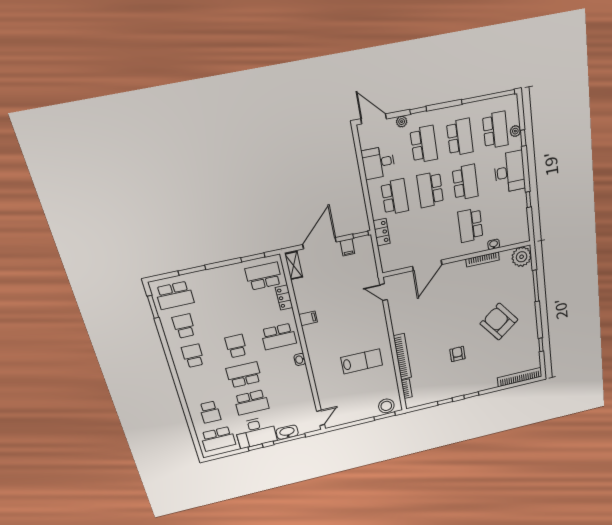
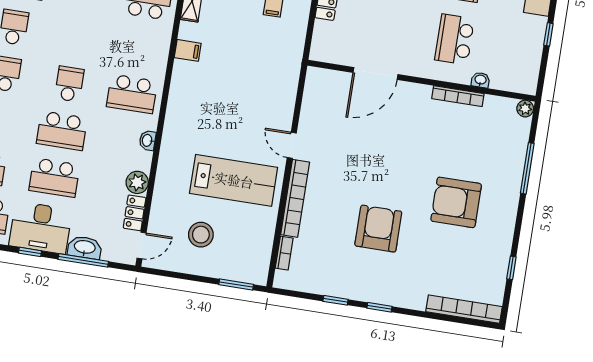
plant: (522, 257) -> (525, 109), width x0.53, depth x0.53
door: (383, 292) -> (292, 145), moved
locker: (284, 298) -> (135, 213), moved
filing cabinet: (308, 318) -> (188, 50), moved
armchair: (499, 322) -> (456, 202), turned -52
armchair: (457, 354) -> (378, 229), width x1.88, depth x1.88
lab bench: (362, 361) -> (234, 180), width x1.36, depth x1.39
school desk: (244, 375) -> (62, 131), turned 180
plant: (304, 385) -> (137, 182), added
stool: (386, 406) -> (201, 235), moved

